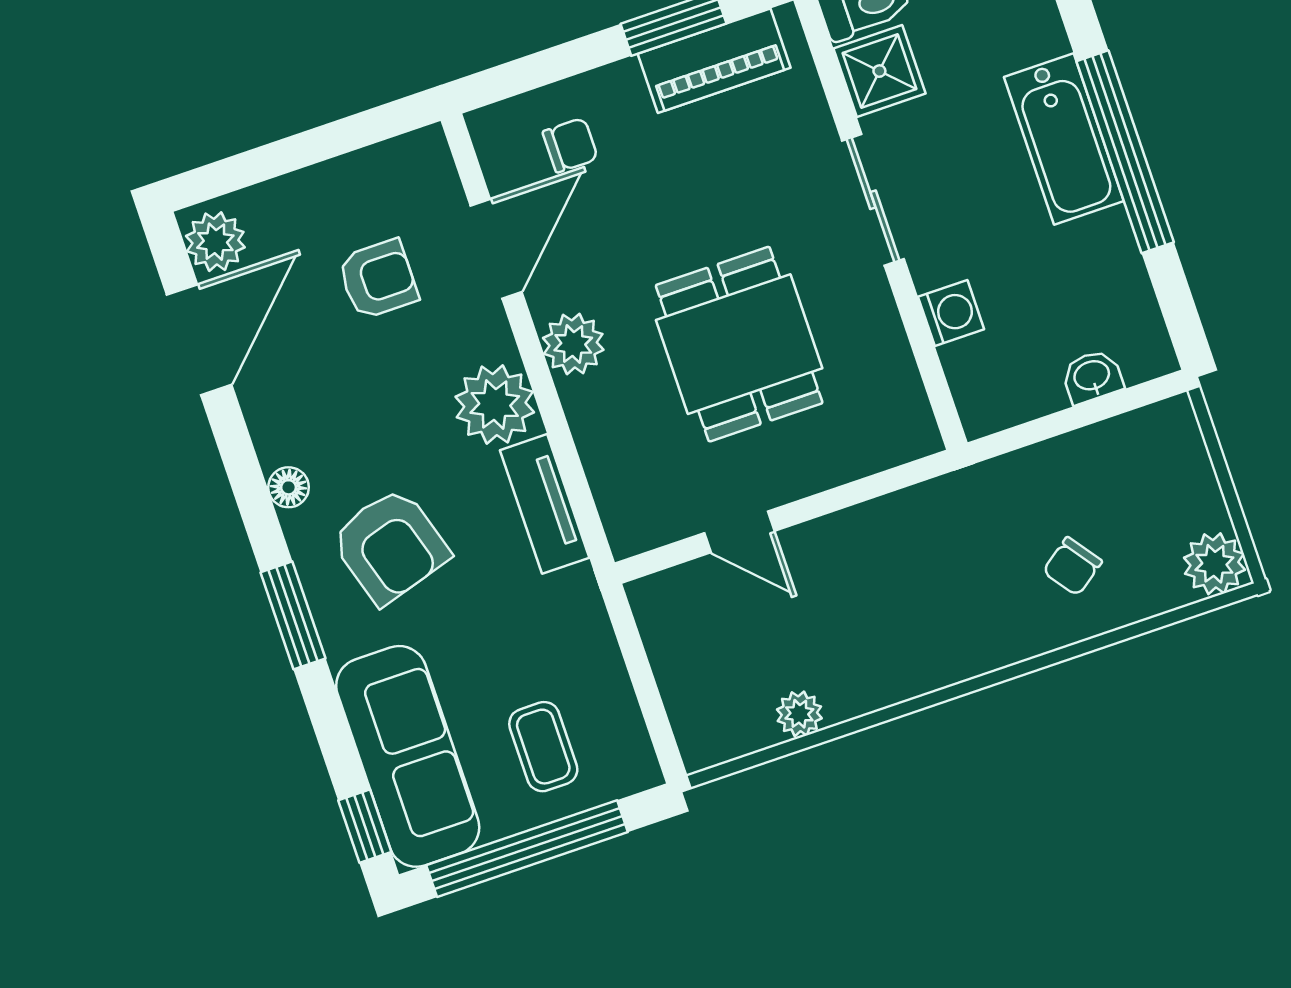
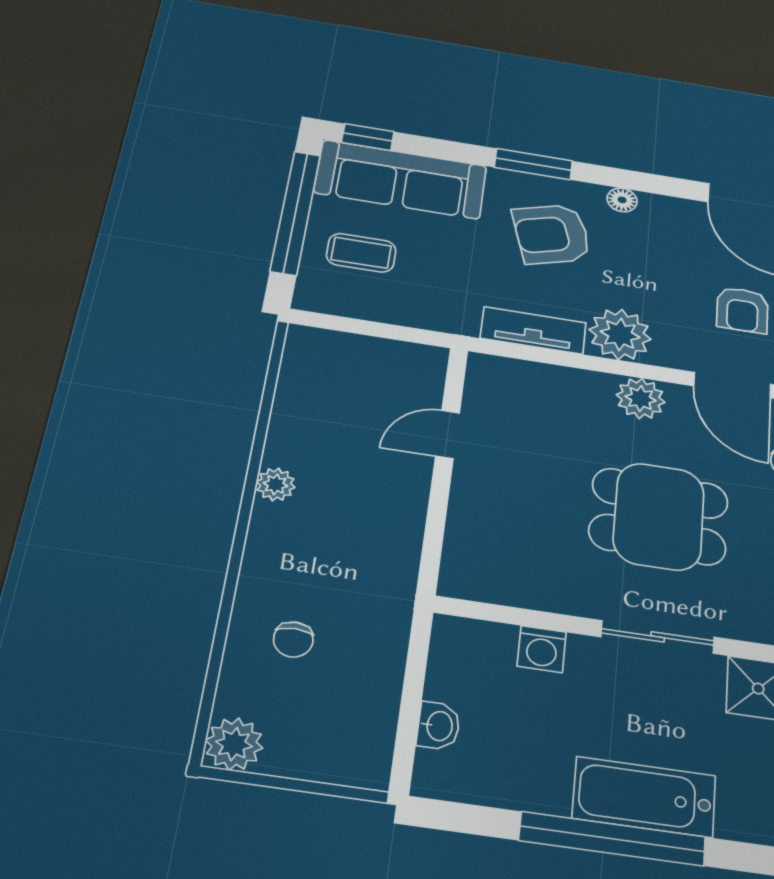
dining table: (739, 344) -> (659, 516), moved
chair: (1072, 566) -> (293, 639), turned -144
plant: (799, 714) -> (276, 484), moved

